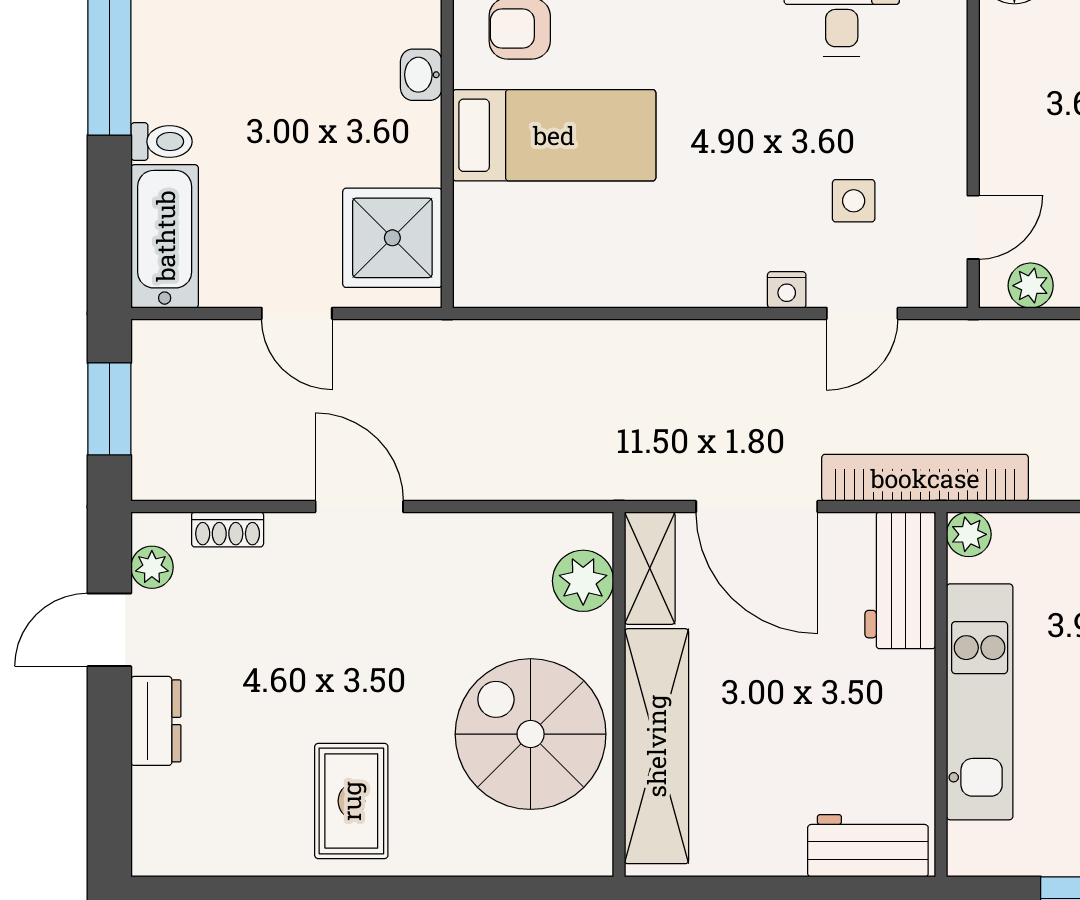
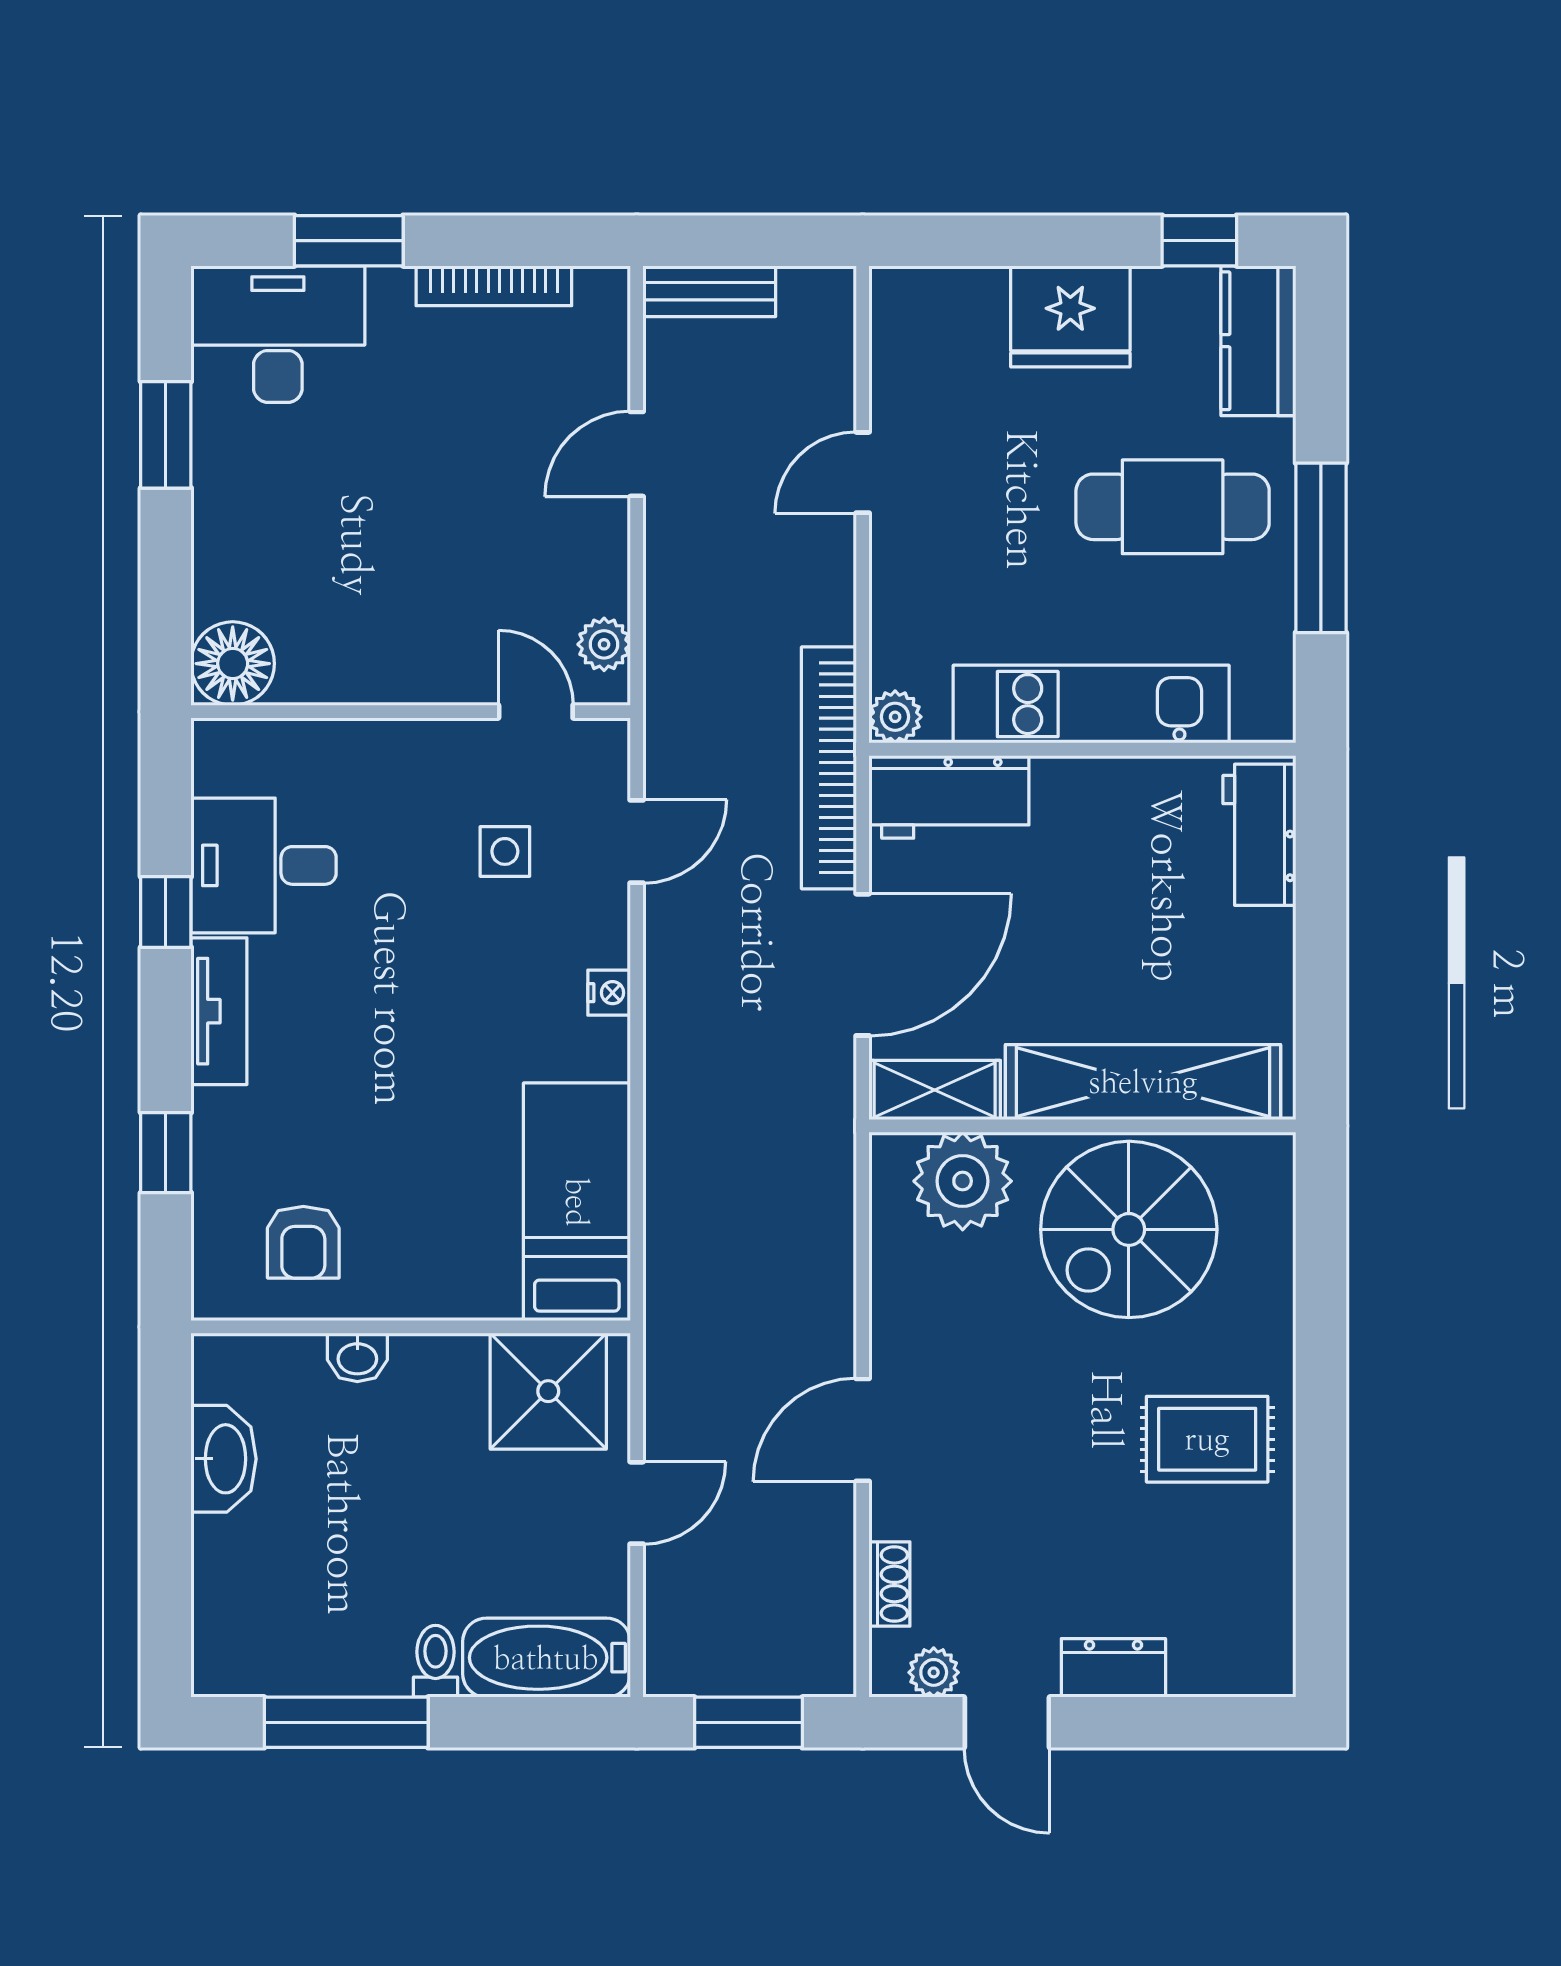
bed: (554, 135) -> (577, 1202), moved
nightstand: (787, 290) -> (609, 993), moved
door: (862, 313) -> (637, 841), hinge flipped
plant: (583, 581) -> (963, 1181), width x1.36, depth x1.36

